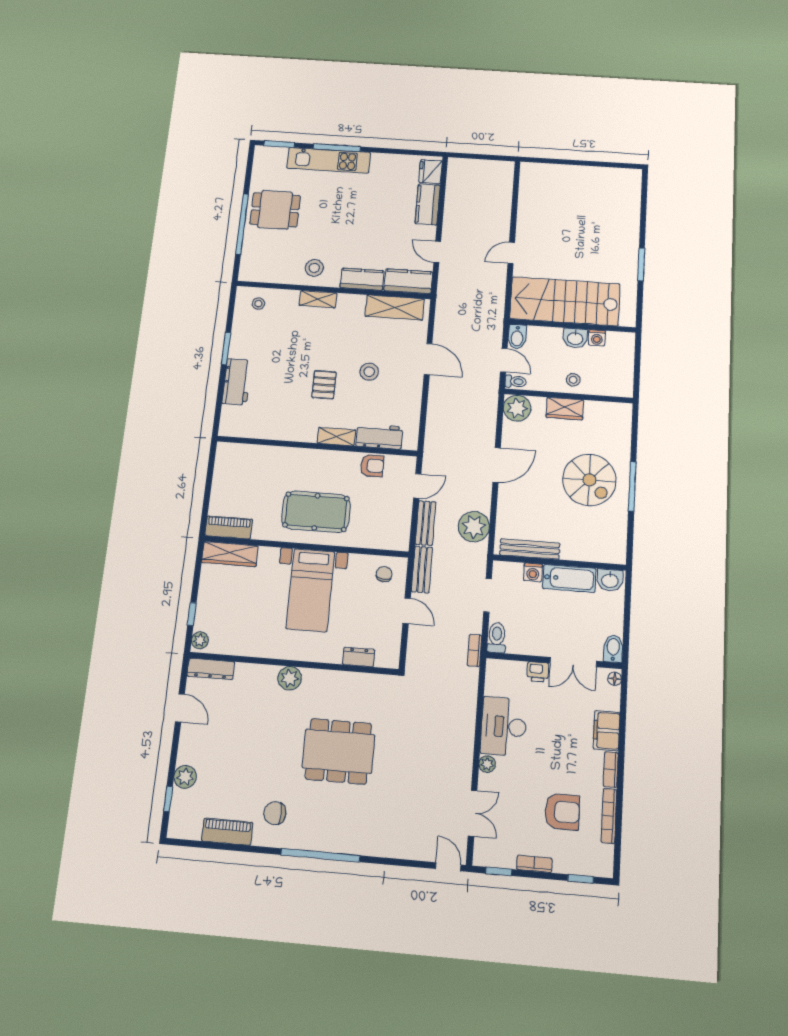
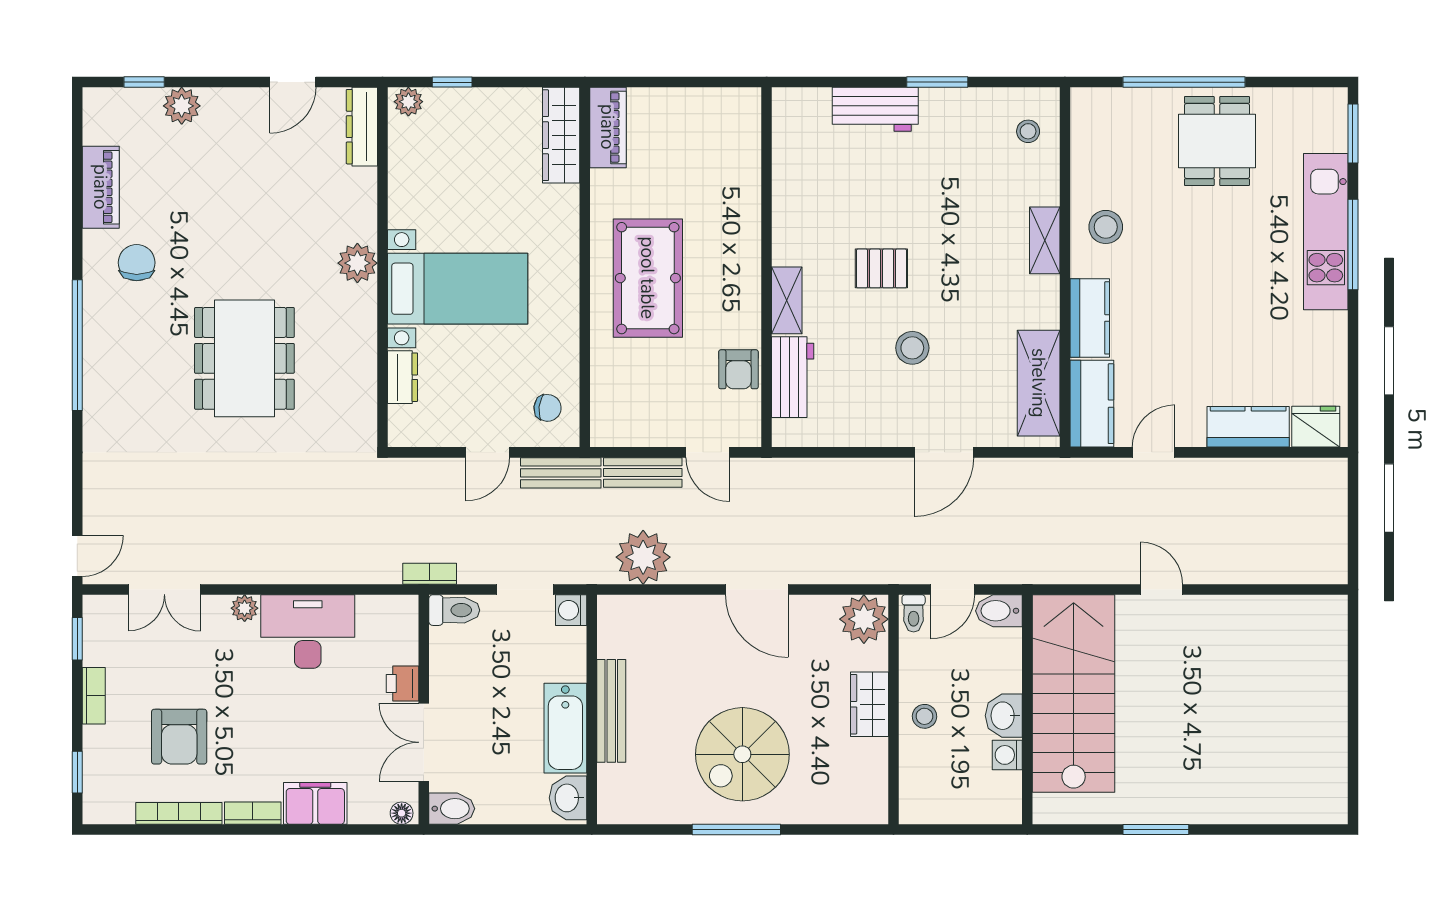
bench: (530, 549) -> (611, 711), moved
washing machine: (533, 572) -> (571, 610), moved
bed with nightstands: (310, 590) -> (458, 289), moved, turned 180

